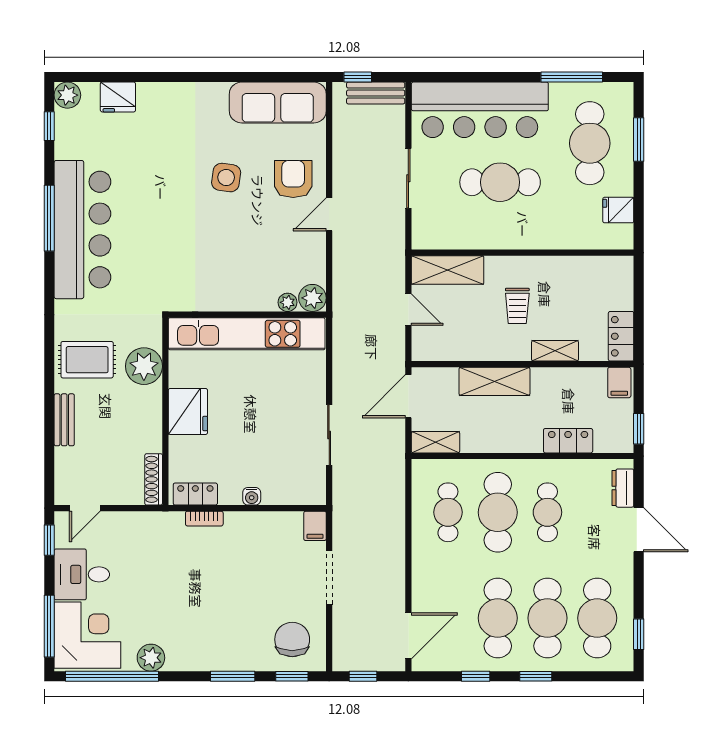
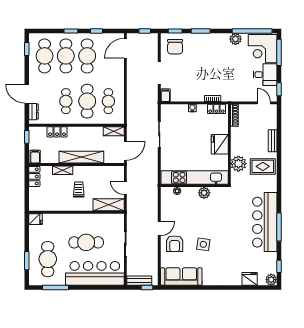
fridge: (618, 210) -> (36, 219), moved
plant: (312, 298) -> (204, 193), moved
shelving: (494, 381) -> (81, 157), width x1.47
door: (85, 508) -> (264, 103), hinge flipped

